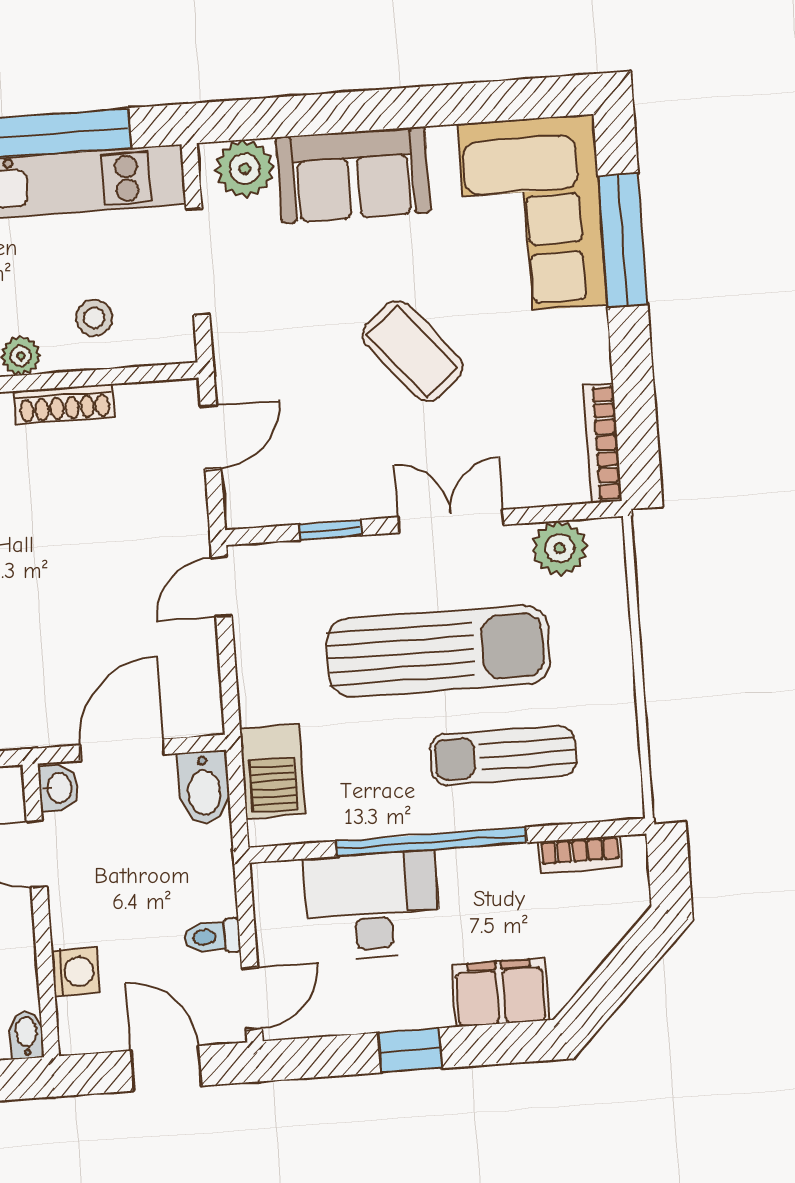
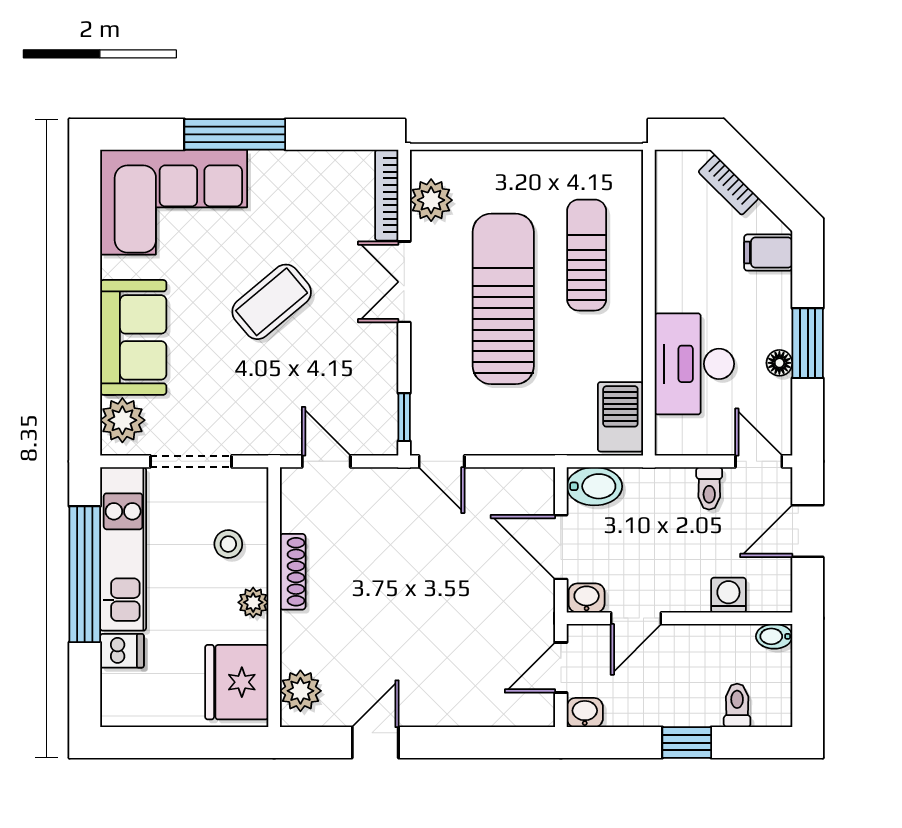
window: (623, 240) -> (235, 134), moved
bookcase: (603, 443) -> (387, 195), moved, turned 90
window: (330, 530) -> (404, 417), moved
sun lounger: (503, 755) -> (587, 255), turned 180
barbecue: (272, 771) -> (620, 417), moved, turned -90
window: (431, 842) -> (649, 315), removed
bookcase: (580, 855) -> (728, 185), moved, turned 135
filing cabinet: (500, 992) -> (768, 253), width x0.50
floor lamp: (382, 1016) -> (779, 363), added
window: (410, 1050) -> (808, 343), width x1.50

